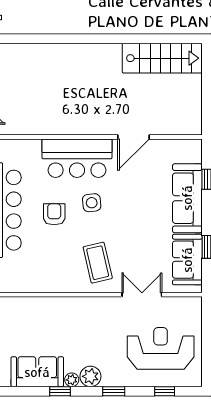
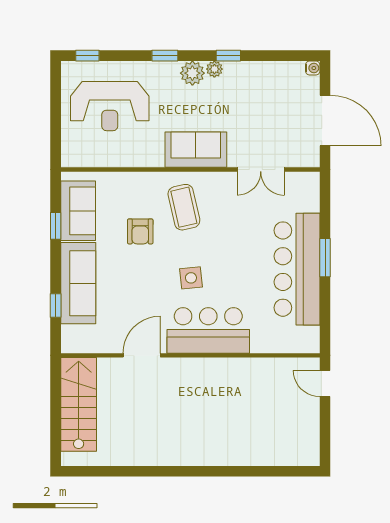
stairs: (162, 58) -> (79, 404), moved, turned 90
armchair: (54, 214) -> (140, 231), moved
double door: (142, 295) -> (261, 169), moved
sofa: (37, 372) -> (196, 150), moved, turned 180
window: (165, 391) -> (87, 56), moved

